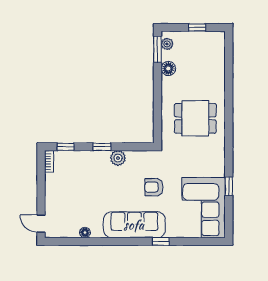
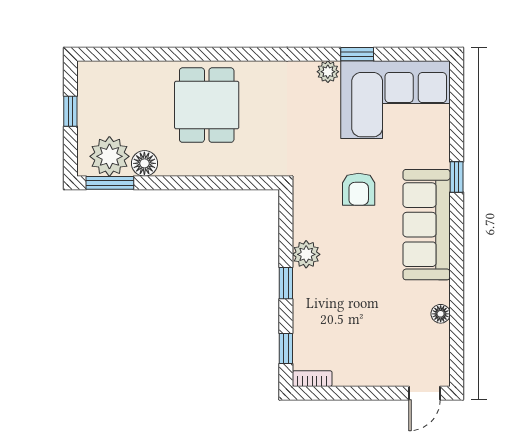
plant: (167, 44) -> (109, 156), width x1.88, depth x1.88
dining table: (195, 118) -> (207, 105), moved
plant: (219, 170) -> (328, 72), added

